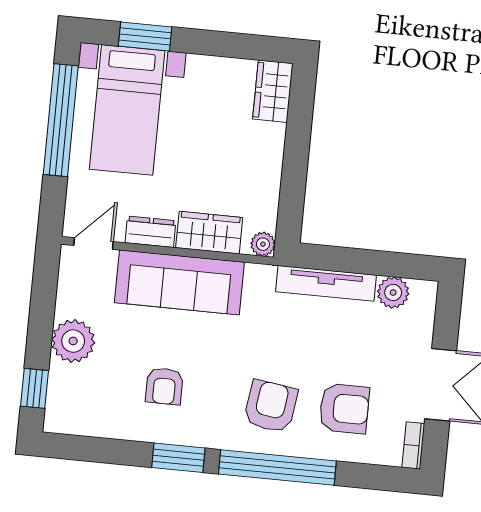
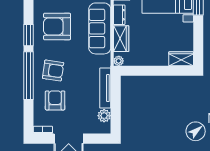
armchair: (164, 386) -> (57, 26), width x1.88, depth x1.88
armchair: (344, 409) -> (55, 100), turned 180

